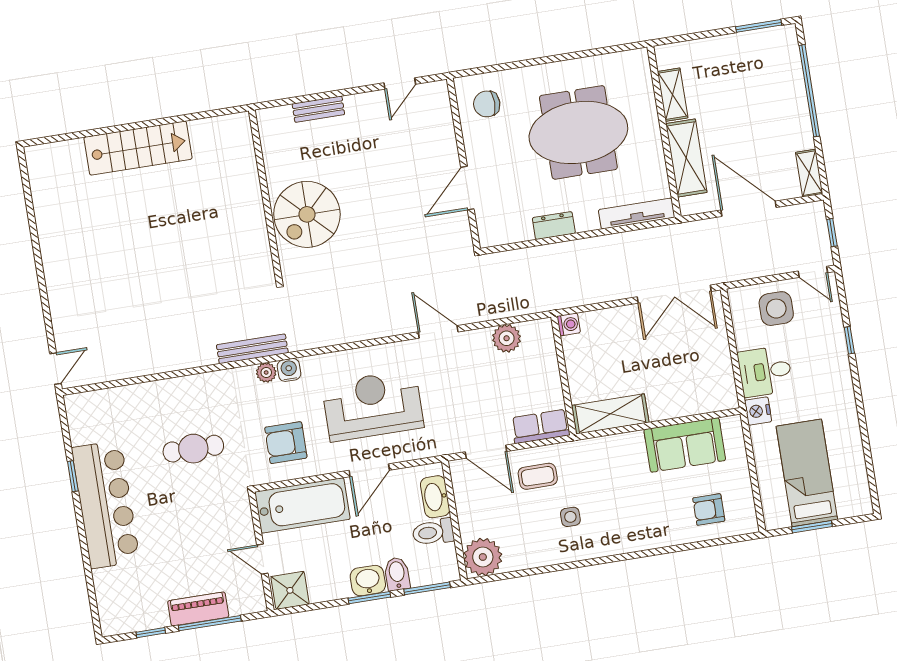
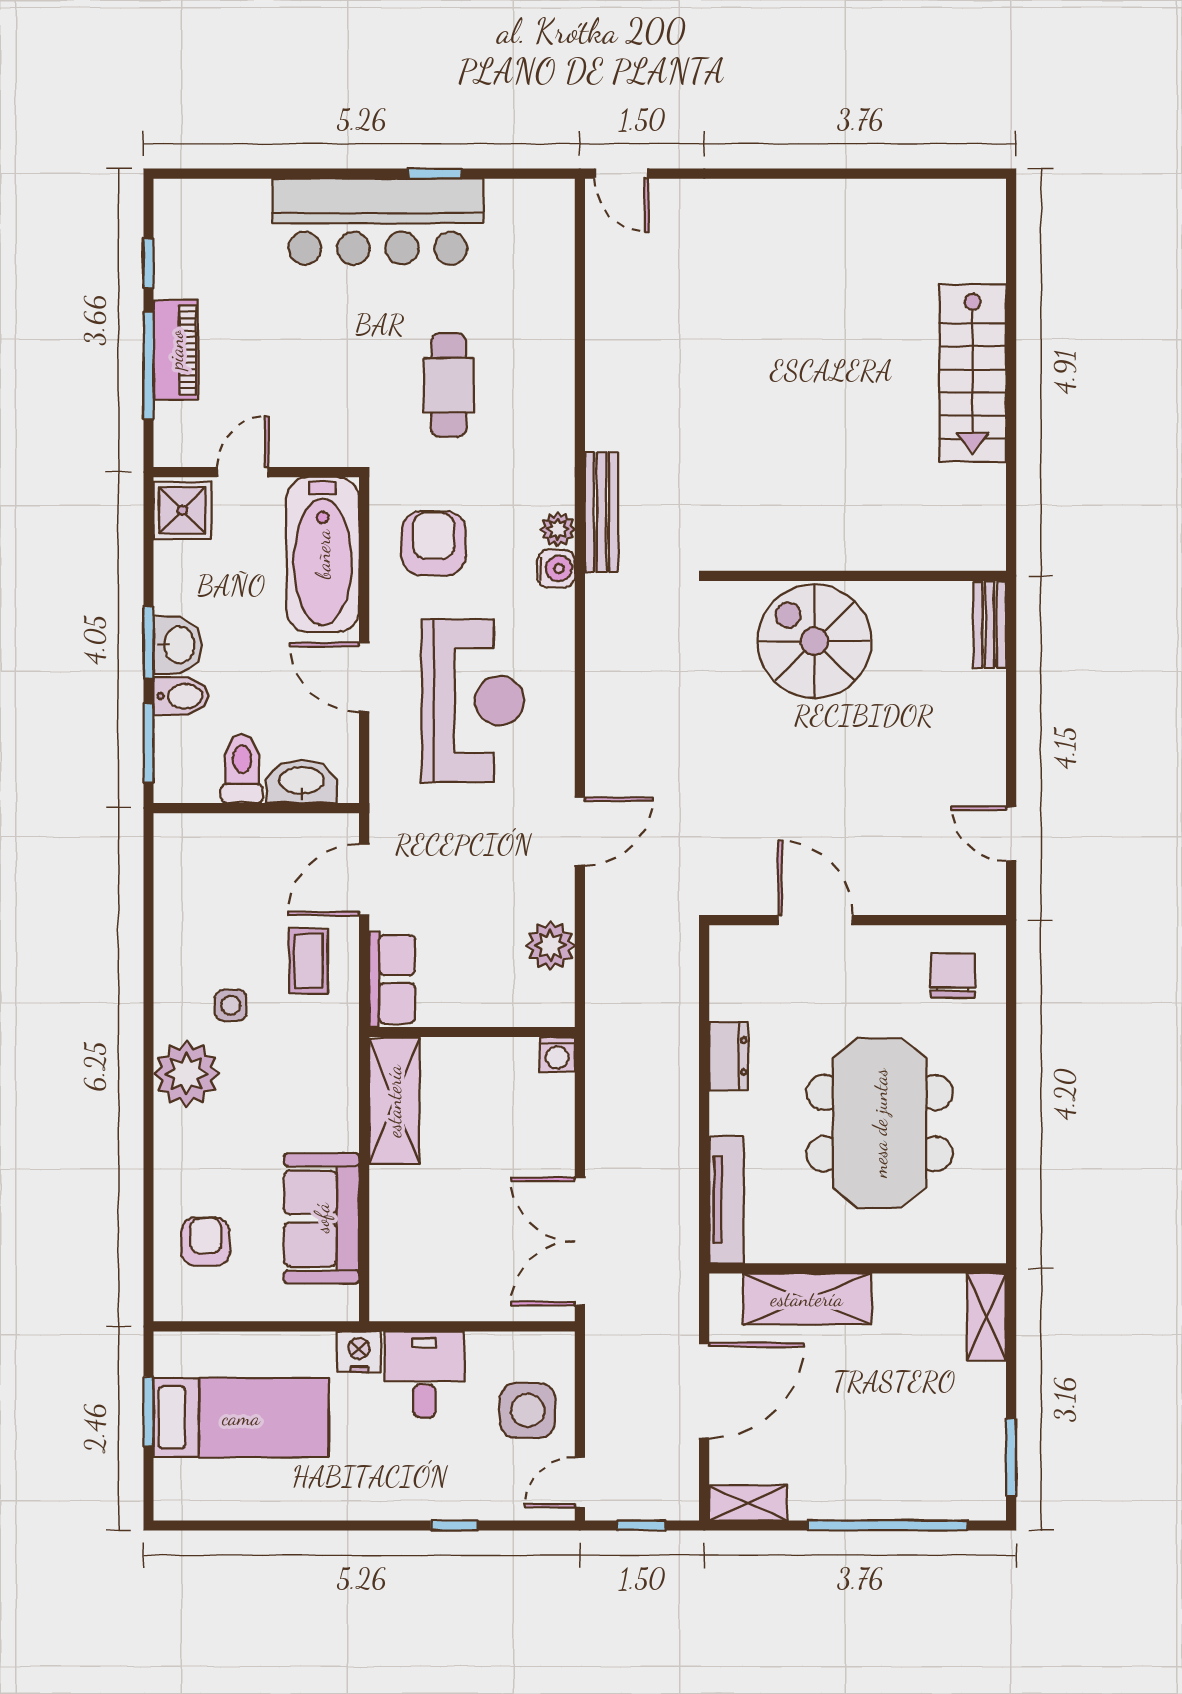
shelving: (673, 95) -> (987, 1317), moved, turned 90
bench: (318, 109) -> (990, 625), moved
plant: (483, 557) -> (186, 1074), moved

